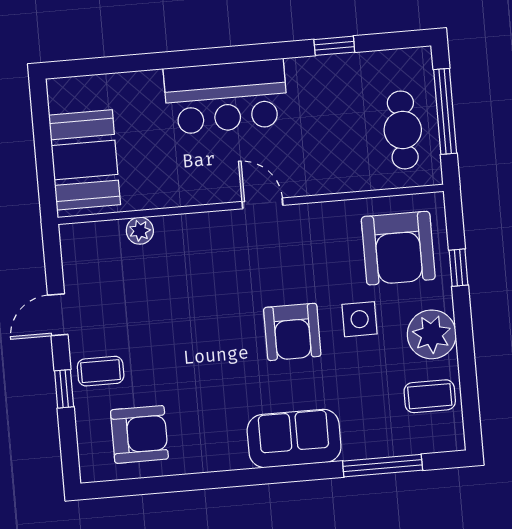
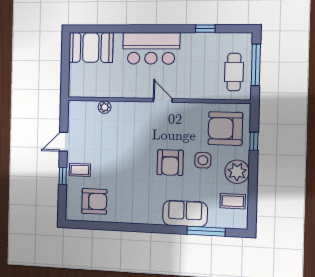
booth: (85, 160) -> (91, 48), moved, turned 90
armchair: (398, 248) -> (225, 129), turned 90
sofa: (294, 438) -> (185, 214), moved

